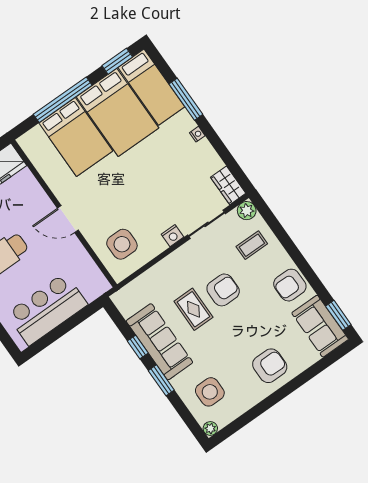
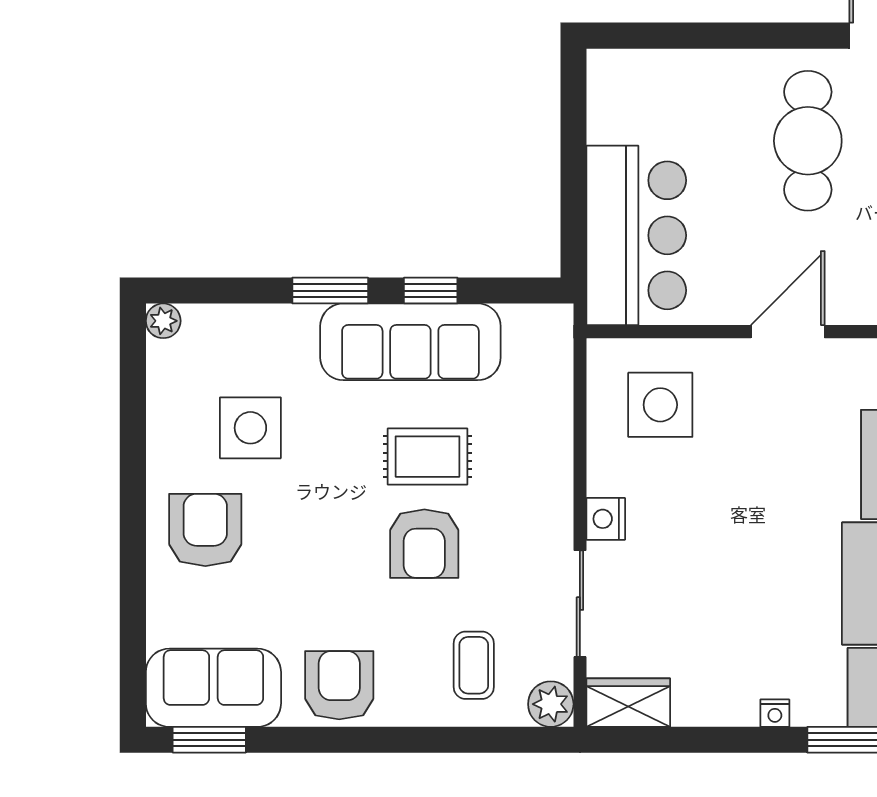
bar counter: (47, 309) -> (636, 235), moved
armchair: (270, 366) -> (205, 530), turned 180
side table: (210, 392) -> (250, 428), moved

